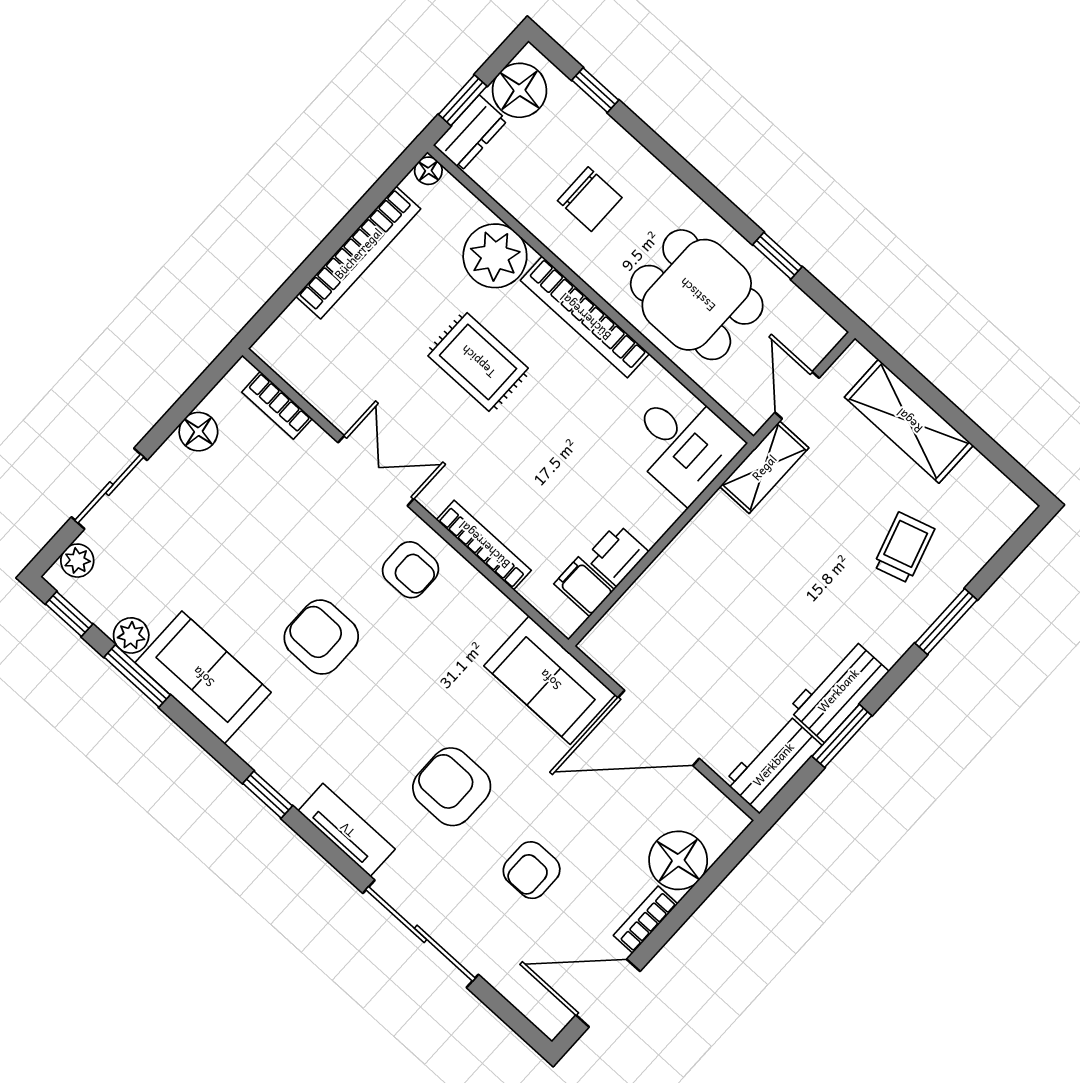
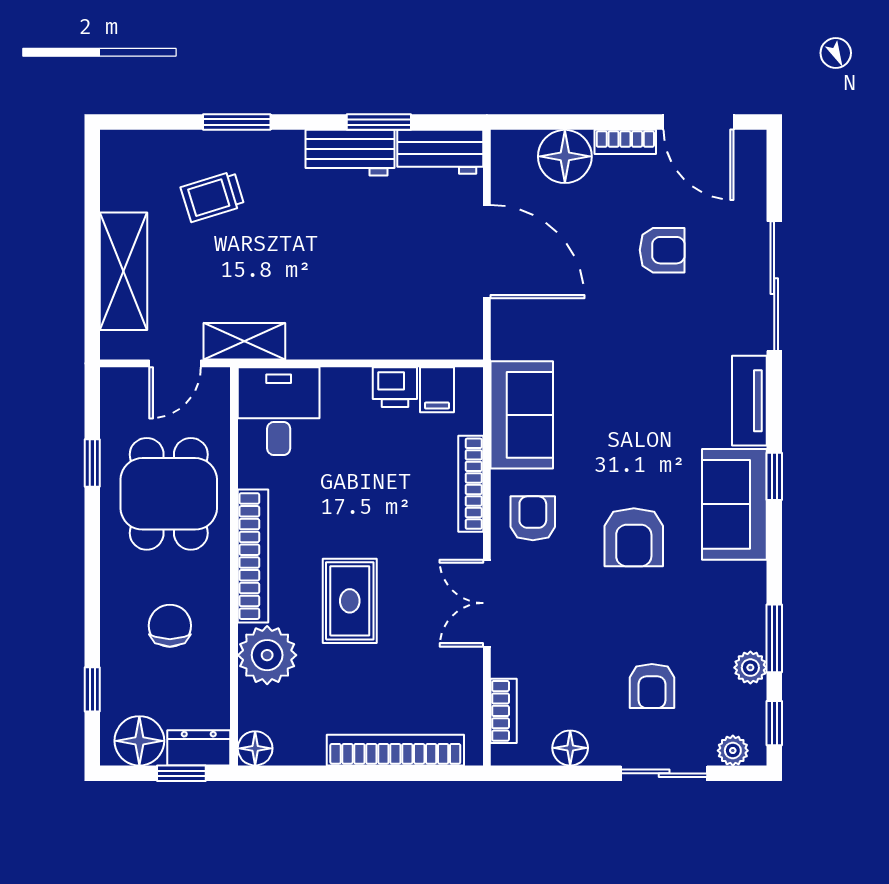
floor lamp: (428, 171) -> (255, 748), width x1.37, depth x1.37
bookcase: (358, 253) -> (395, 750), moved
sofa: (203, 677) -> (734, 504), moved
sofa: (550, 680) -> (522, 415), moved
armchair: (452, 787) -> (652, 686), moved, width x0.72, depth x0.72

